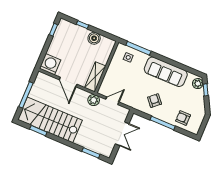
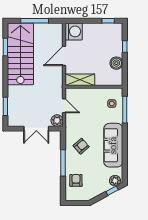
plant: (94, 100) -> (57, 121), moved

